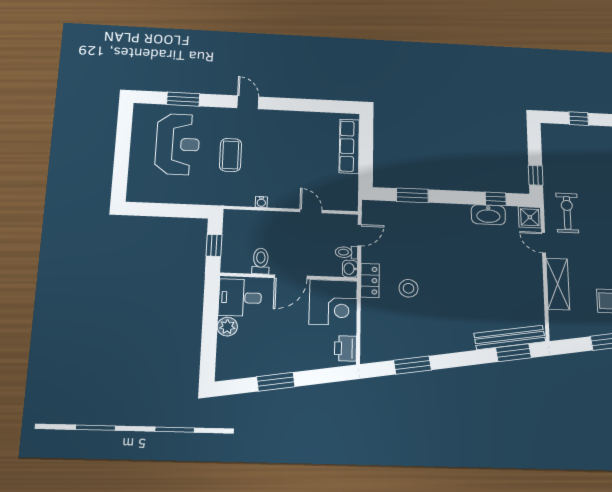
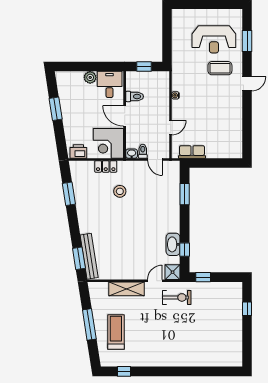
row of seats: (349, 146) -> (192, 152), moved, width x0.68
coffee table: (231, 155) -> (220, 68), moved
locker: (370, 280) -> (106, 166), moved

